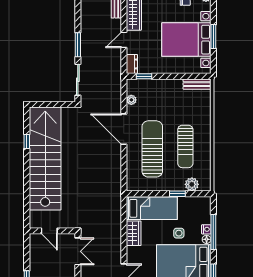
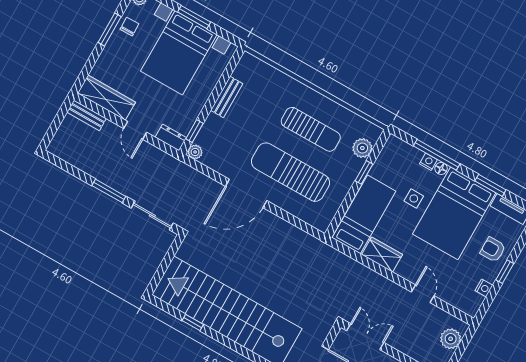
bench: (197, 84) -> (227, 97), moved
plant: (131, 100) -> (195, 152), moved

